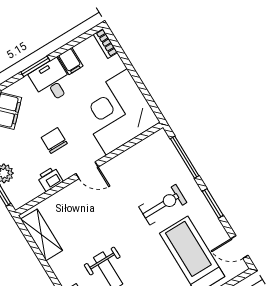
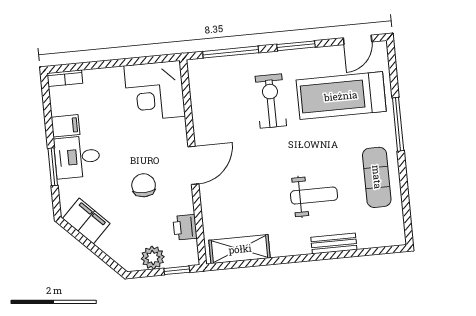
corner desk: (117, 112) -> (155, 91), width x0.74, depth x0.74
chair: (54, 141) -> (144, 185), turned 90
door: (87, 170) -> (193, 165), width x1.38
printer: (50, 179) -> (185, 227), moved

